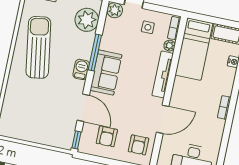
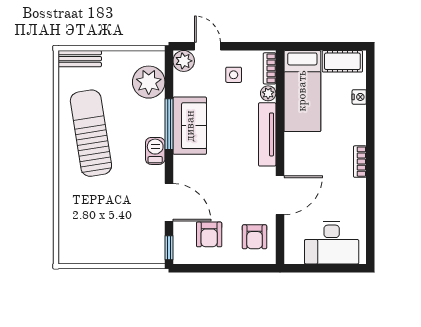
sofa: (106, 73) -> (190, 126), moved

